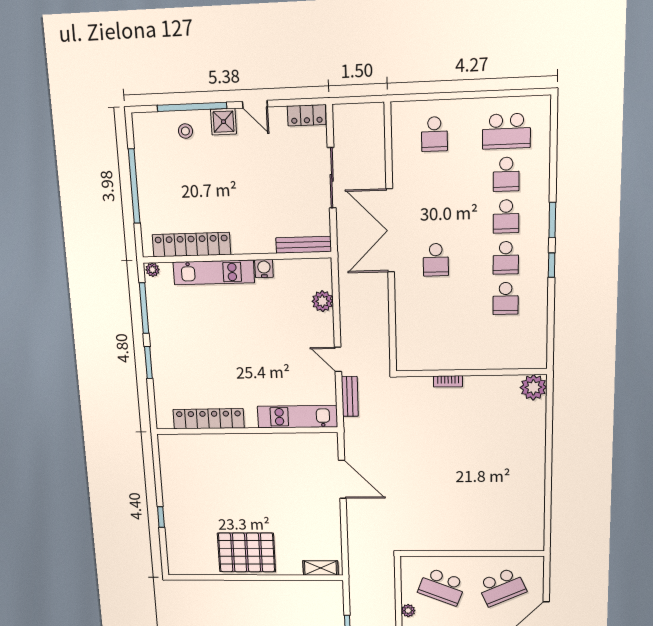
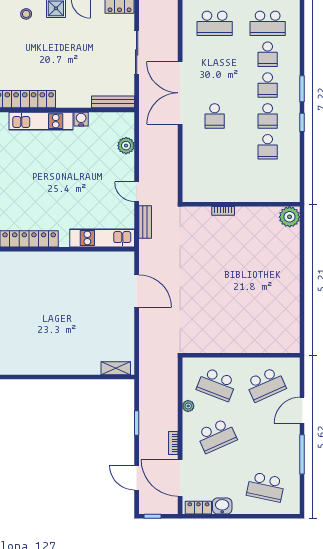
school desk: (434, 134) -> (215, 23), width x1.85
pallet: (246, 552) -> (54, 354), removed

